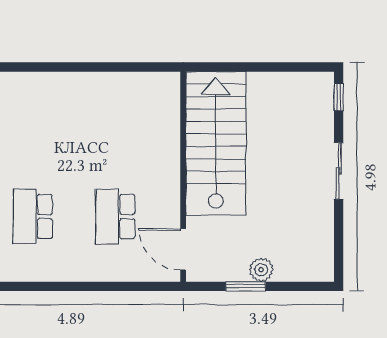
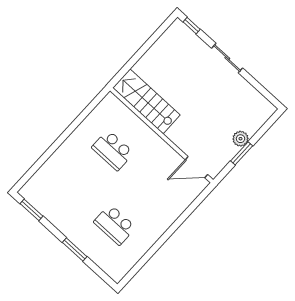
stairs: (216, 143) -> (146, 101), width x0.73, depth x0.66
school desk: (115, 216) -> (113, 150), moved

